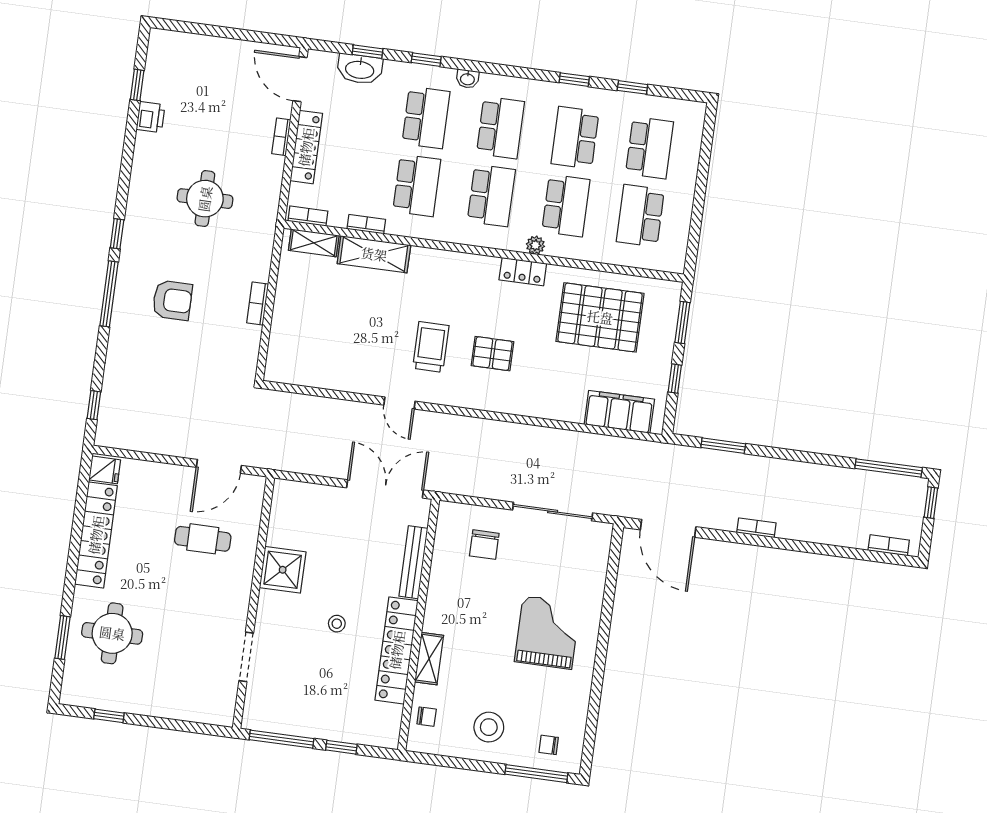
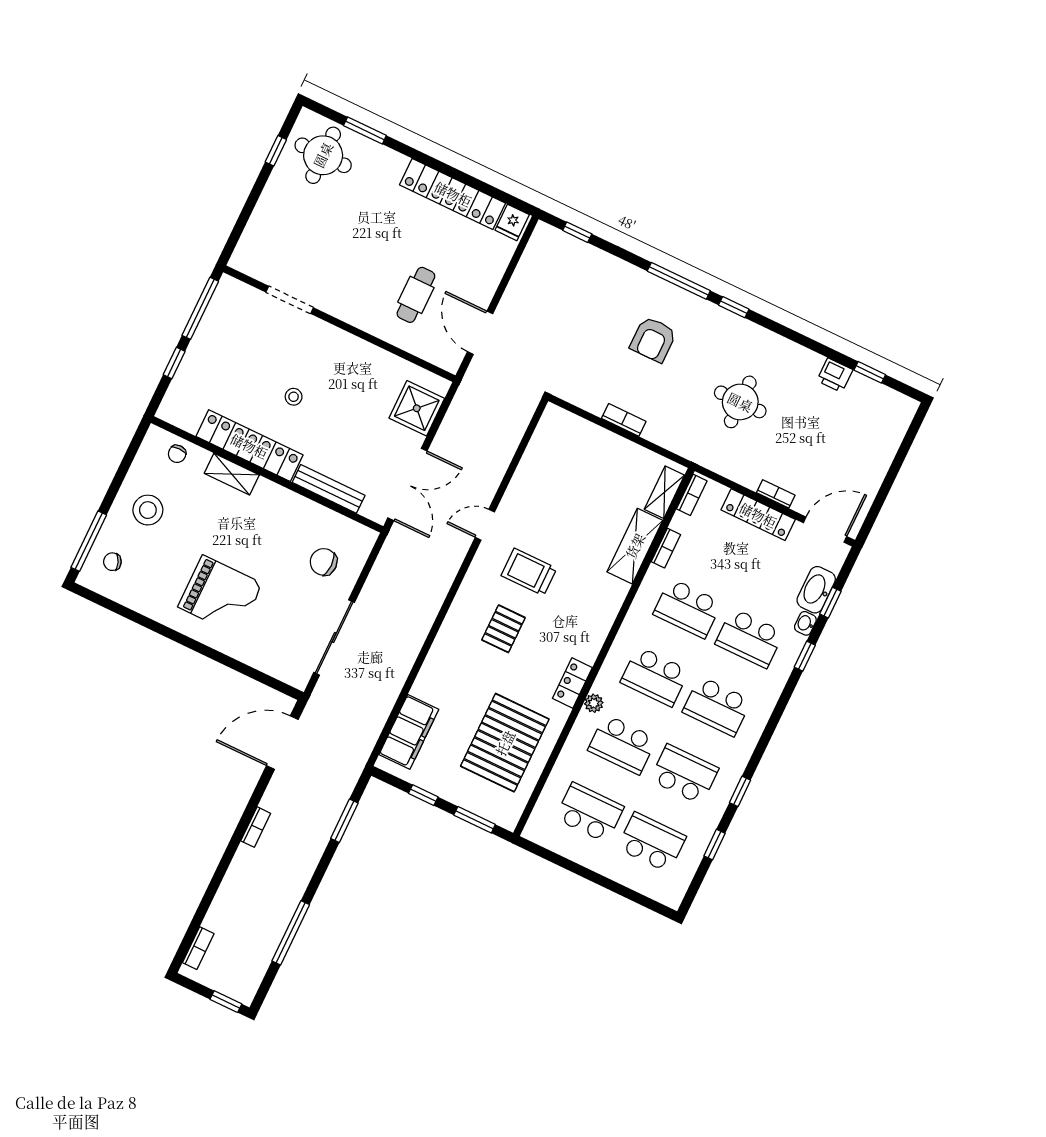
washbasin: (467, 79) -> (805, 623), moved
school desk: (650, 148) -> (652, 842), turned 180
trolley: (431, 347) -> (529, 572), turned 180
window: (889, 468) -> (291, 933), moved
shower: (283, 570) -> (417, 408), moved
round table: (112, 633) -> (323, 155), moved
chair: (549, 745) -> (112, 562), turned -112

